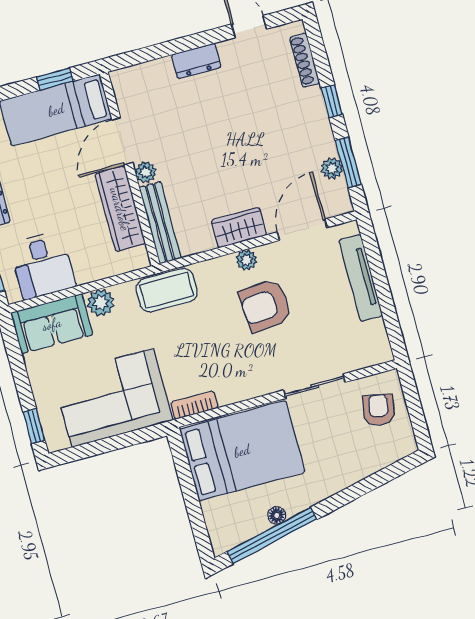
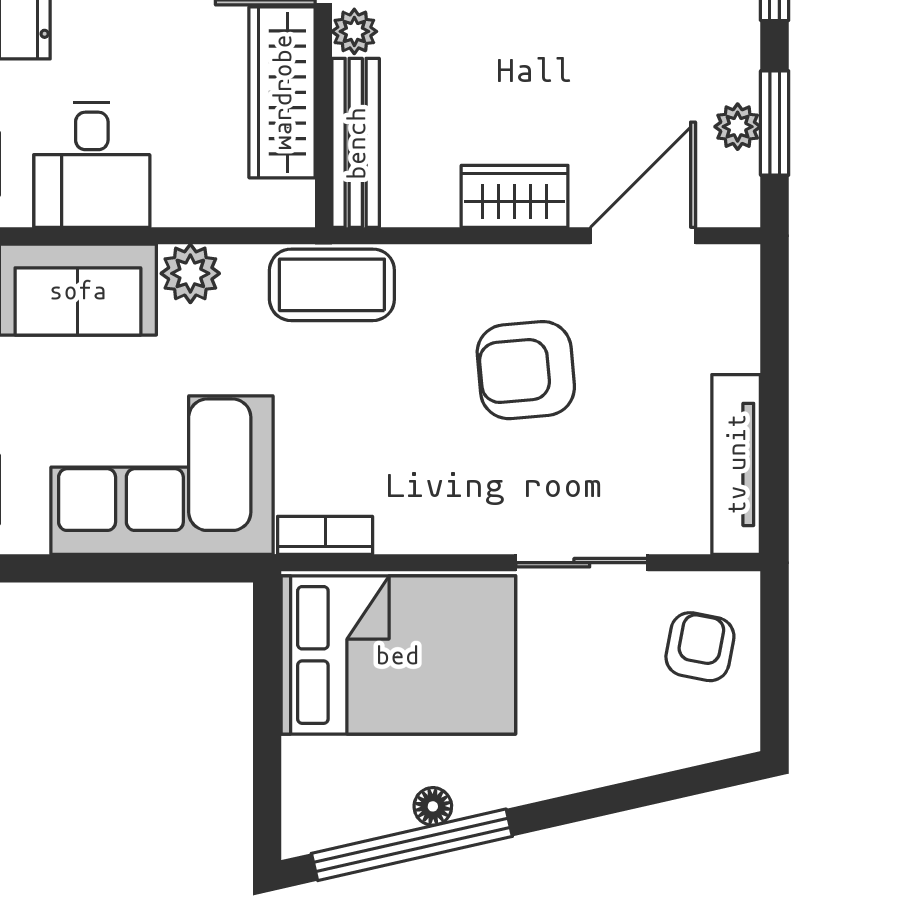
plant: (246, 260) -> (512, 267), removed
tv unit: (361, 278) -> (736, 464), moved

